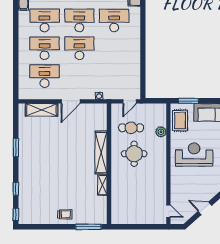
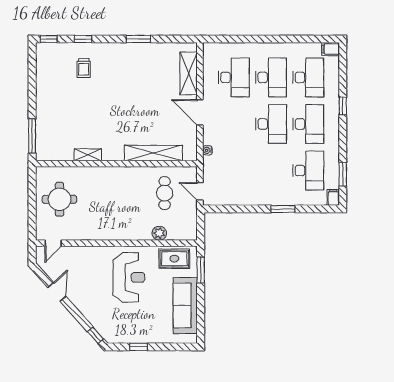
window: (143, 39) -> (283, 209), added
shelving: (101, 153) -> (153, 153), moved
round table: (134, 154) -> (59, 199), moved
trolley: (65, 214) -> (84, 68), moved

